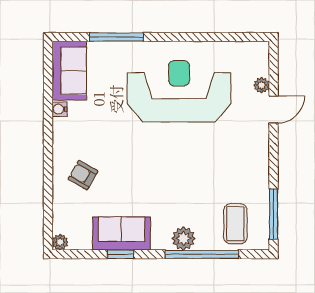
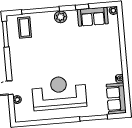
reception desk: (179, 91) -> (59, 93), turned 180
armchair: (83, 175) -> (105, 46), removed
sofa: (121, 234) -> (93, 17), moved
plant: (184, 238) -> (61, 17), moved

